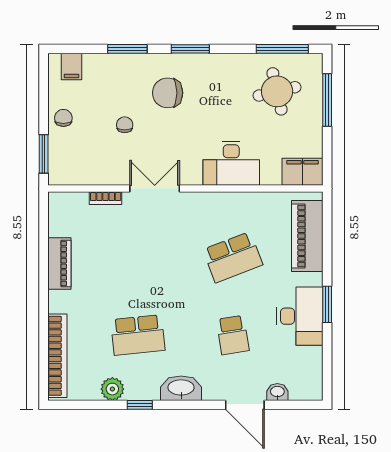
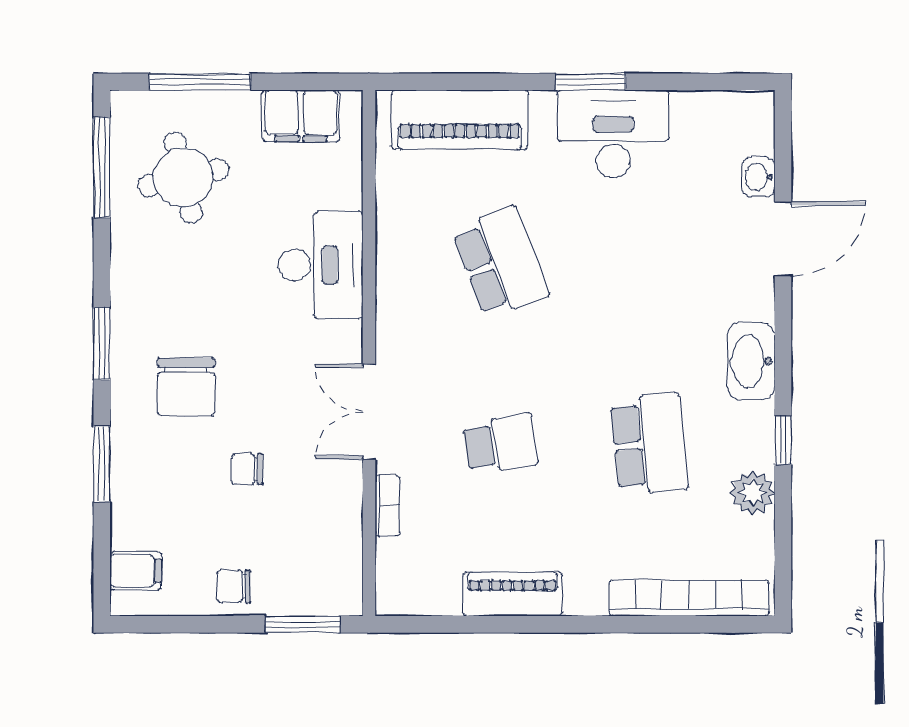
filing cabinet: (302, 172) -> (301, 116), moved, turned -90
school desk: (233, 335) -> (501, 444), moved

